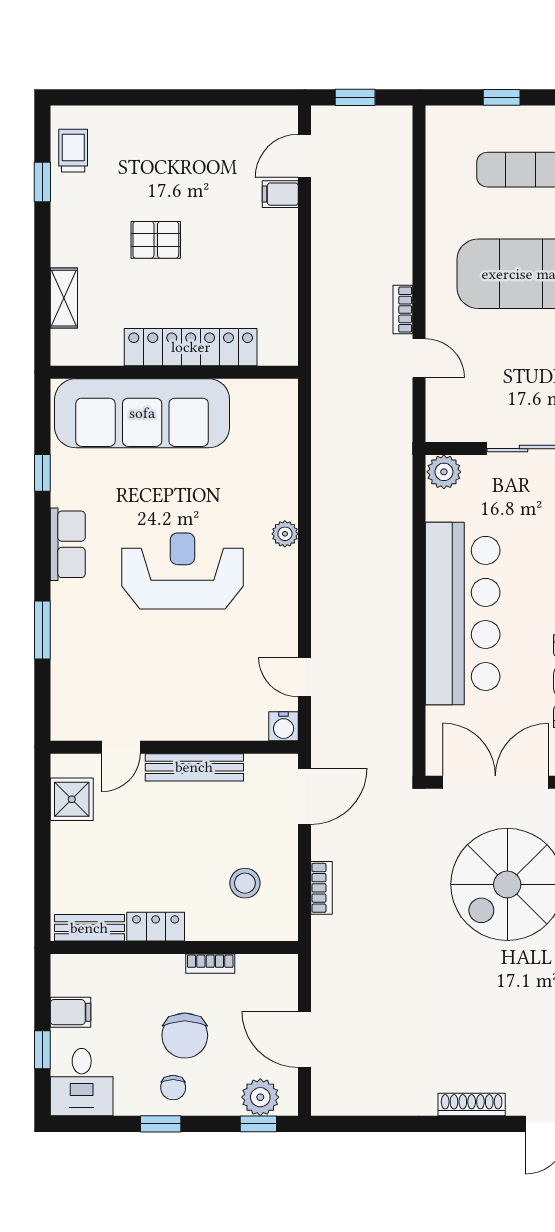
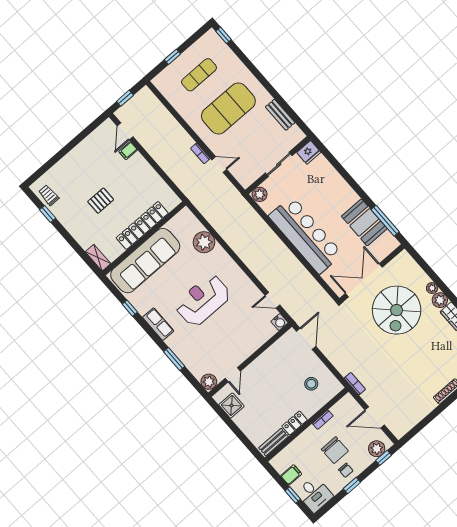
shelving: (64, 298) -> (98, 258), moved
plant: (285, 534) -> (204, 242), moved, width x1.88, depth x1.88
plant: (68, 723) -> (209, 382), added
bench: (194, 767) -> (262, 361), removed
bookcase: (322, 888) -> (355, 384), moved

